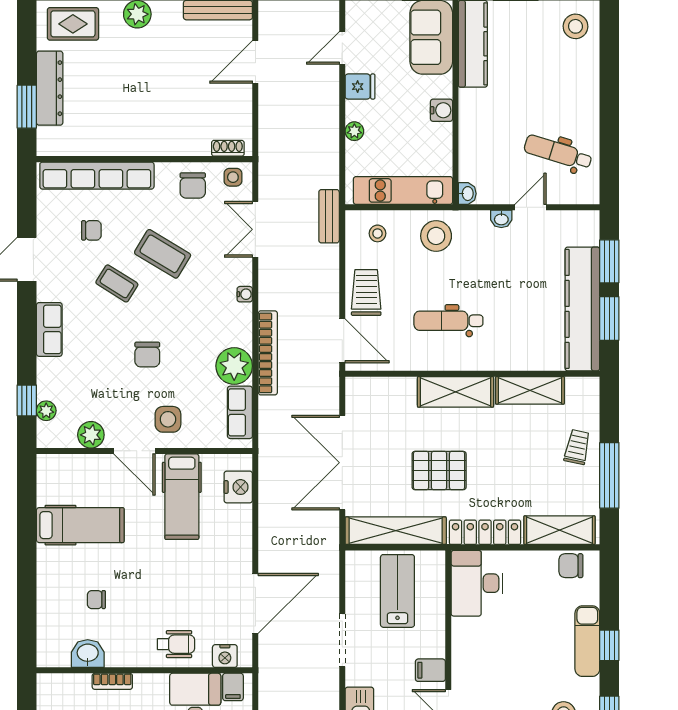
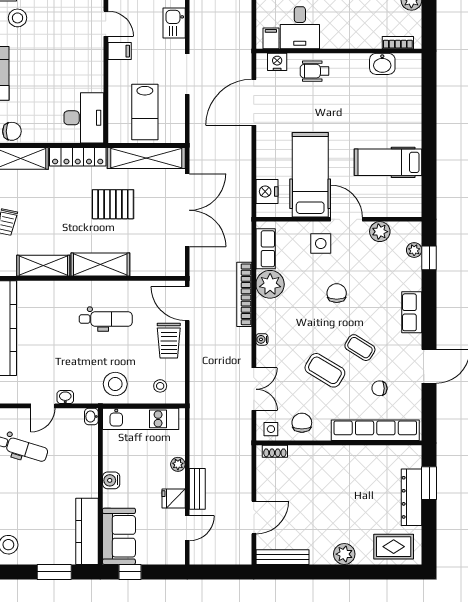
bench: (329, 216) -> (197, 489), moved
hospital bed: (182, 497) -> (310, 175), width x1.37, depth x1.29
chair: (96, 600) -> (376, 105), removed
bookcase: (112, 681) -> (398, 43), moved

